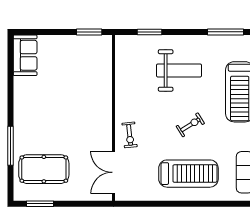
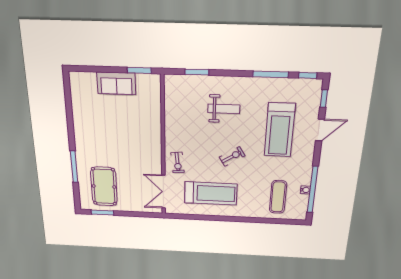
sofa: (25, 55) -> (116, 83), moved, turned 90
weight bench: (179, 70) -> (224, 109), width x0.73, depth x0.75
pool table: (44, 169) -> (104, 186), turned 90
treadmill: (188, 174) -> (211, 193), moved

